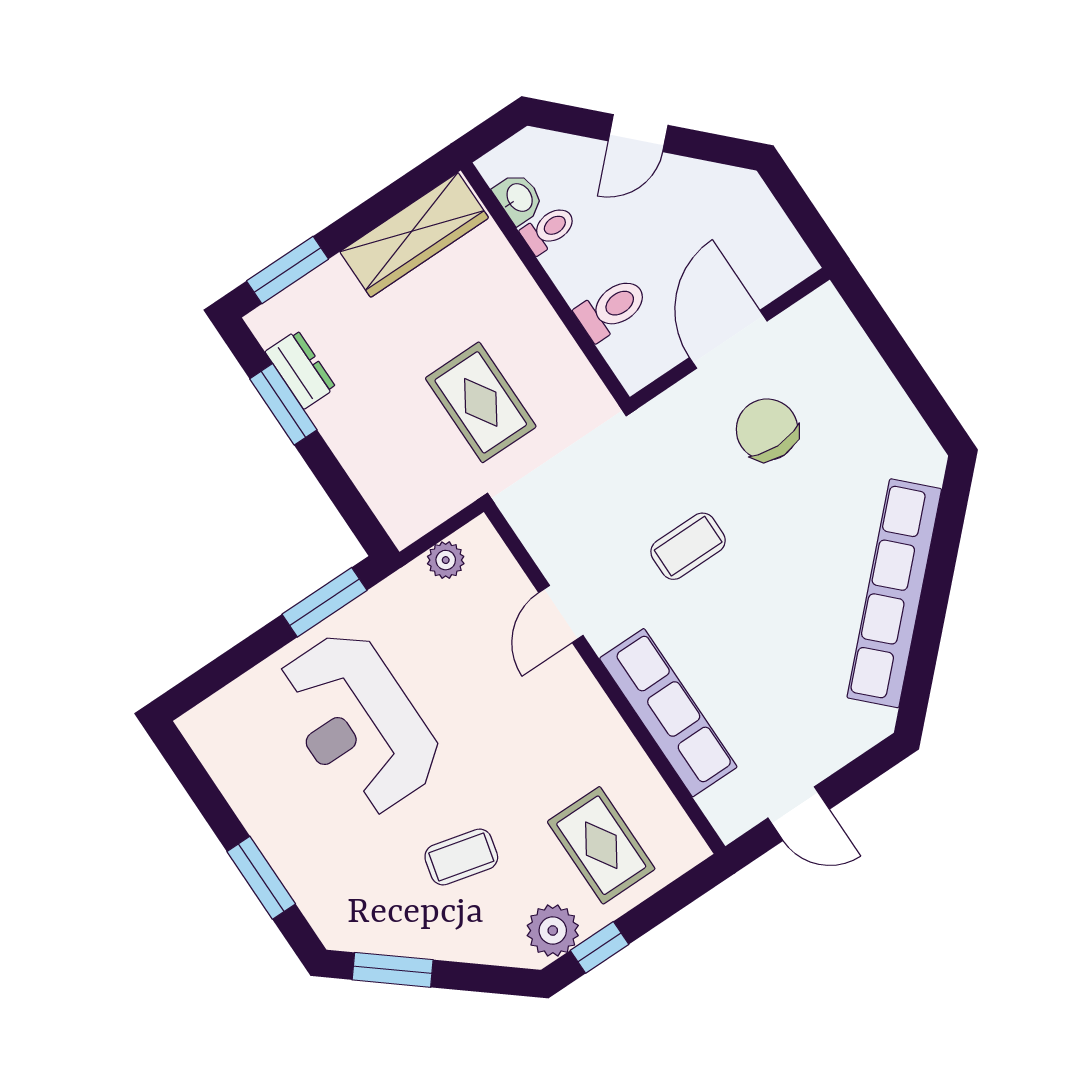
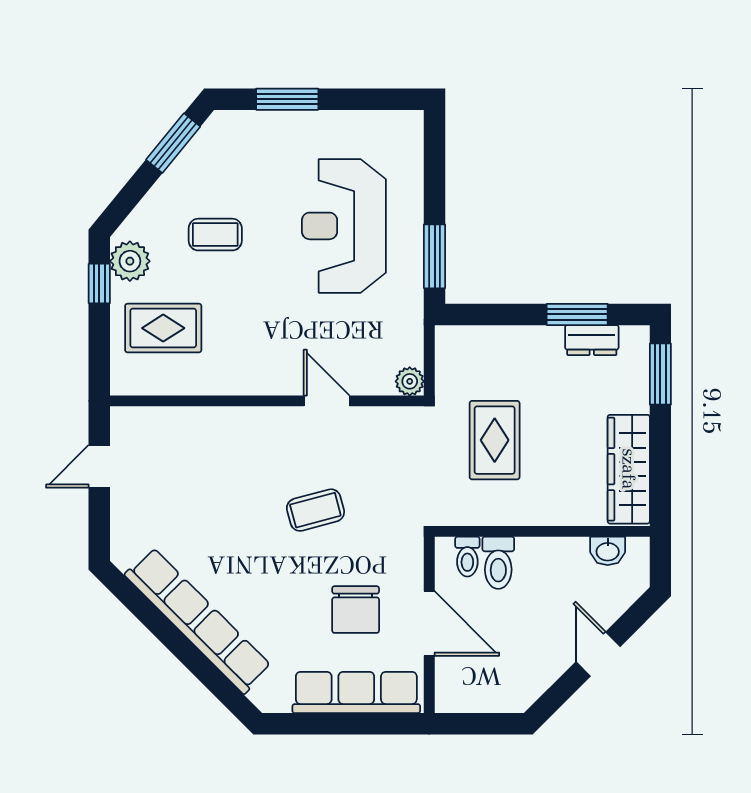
toilet: (549, 229) -> (467, 557), moved
rug: (481, 402) -> (495, 440), turned 90
chair: (767, 430) -> (356, 610), turned 90
coffee table: (688, 546) -> (315, 510), turned 75
plant: (446, 560) -> (410, 381), moved
row of seats: (668, 713) -> (356, 692), moved, turned 180
reception desk: (358, 723) -> (344, 226), turned -90
coffee table: (461, 857) -> (215, 235), turned 76

